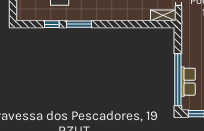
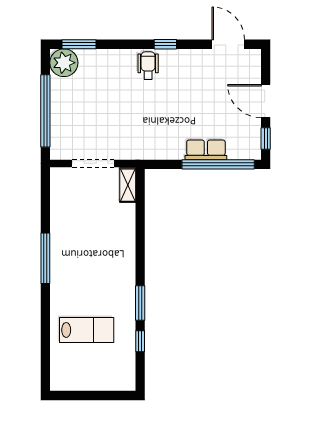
row of seats: (188, 82) -> (206, 150), moved

